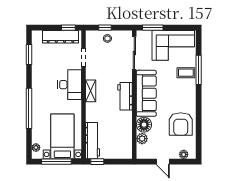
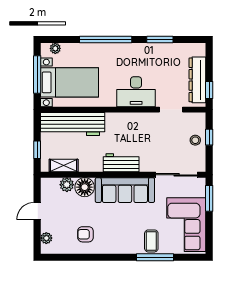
window: (29, 55) -> (160, 40), moved
shelving: (91, 91) -> (64, 166), moved
armchair: (181, 124) -> (85, 234), width x0.53, depth x0.53
workbench: (93, 141) -> (73, 124), width x1.36, depth x1.32
window: (97, 162) -> (37, 150), moved

